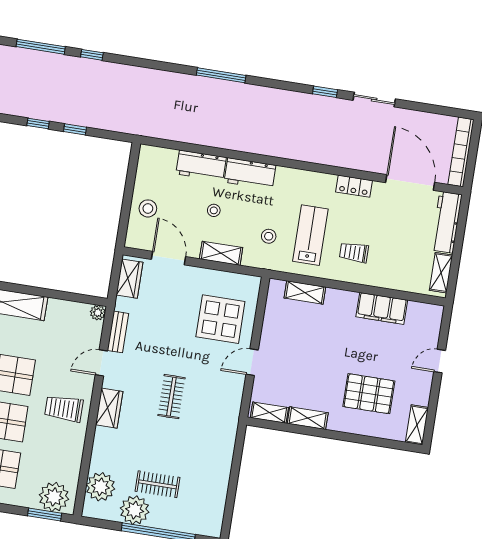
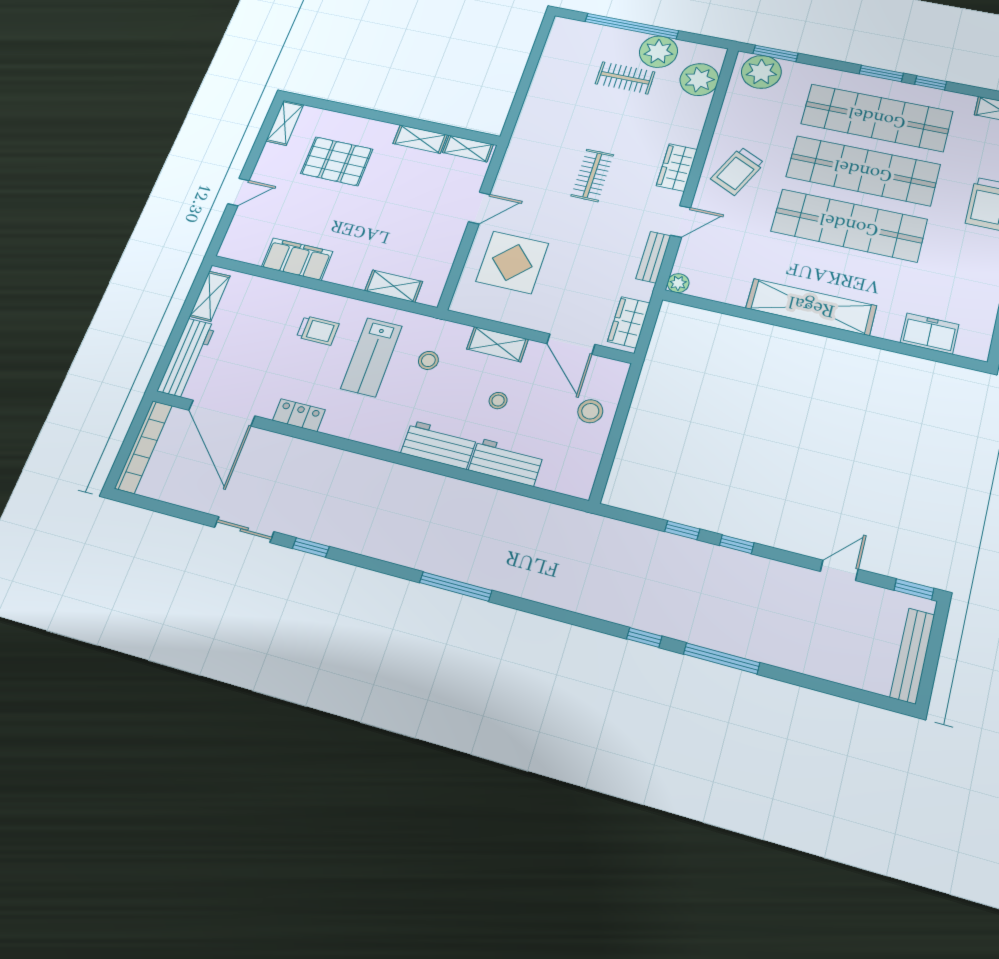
trolley: (64, 409) -> (738, 171), turned 115

